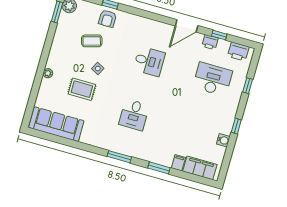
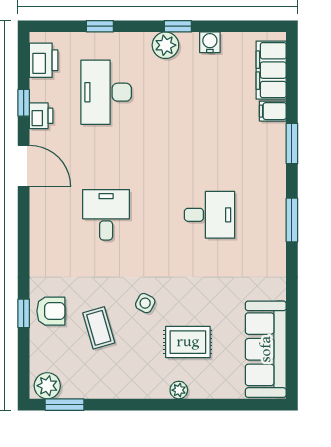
rug: (82, 89) -> (188, 342), moved, turned 90
plant: (228, 117) -> (165, 45), added

